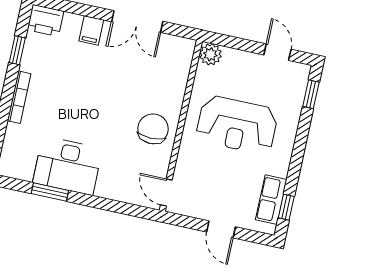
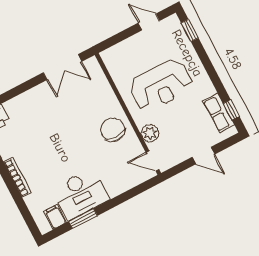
double door: (137, 22) -> (63, 67), moved
filing cabinet: (91, 30) -> (55, 217), moved, turned 180
plant: (210, 54) -> (150, 133), moved

